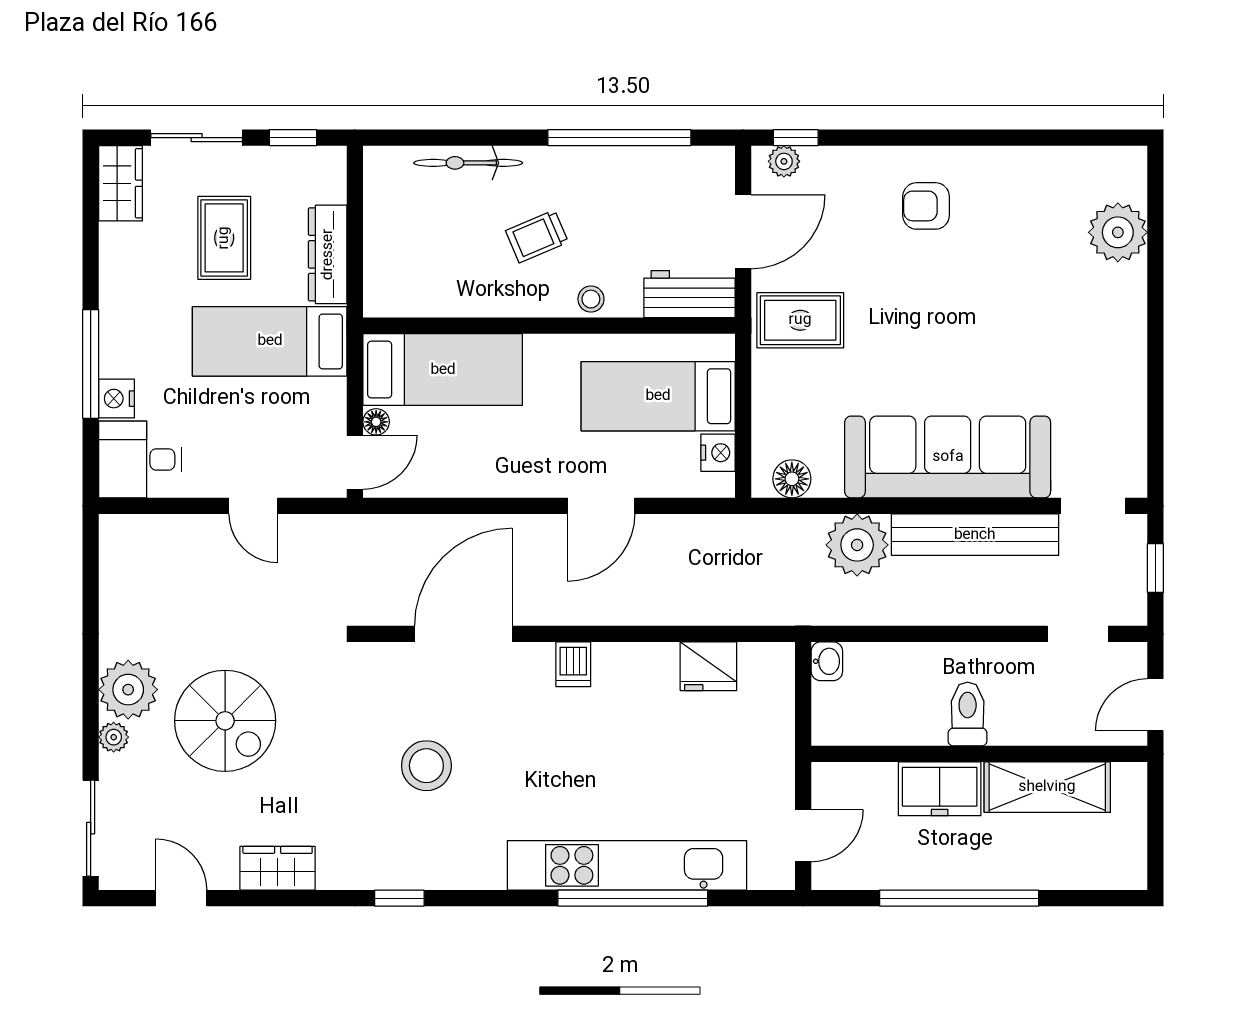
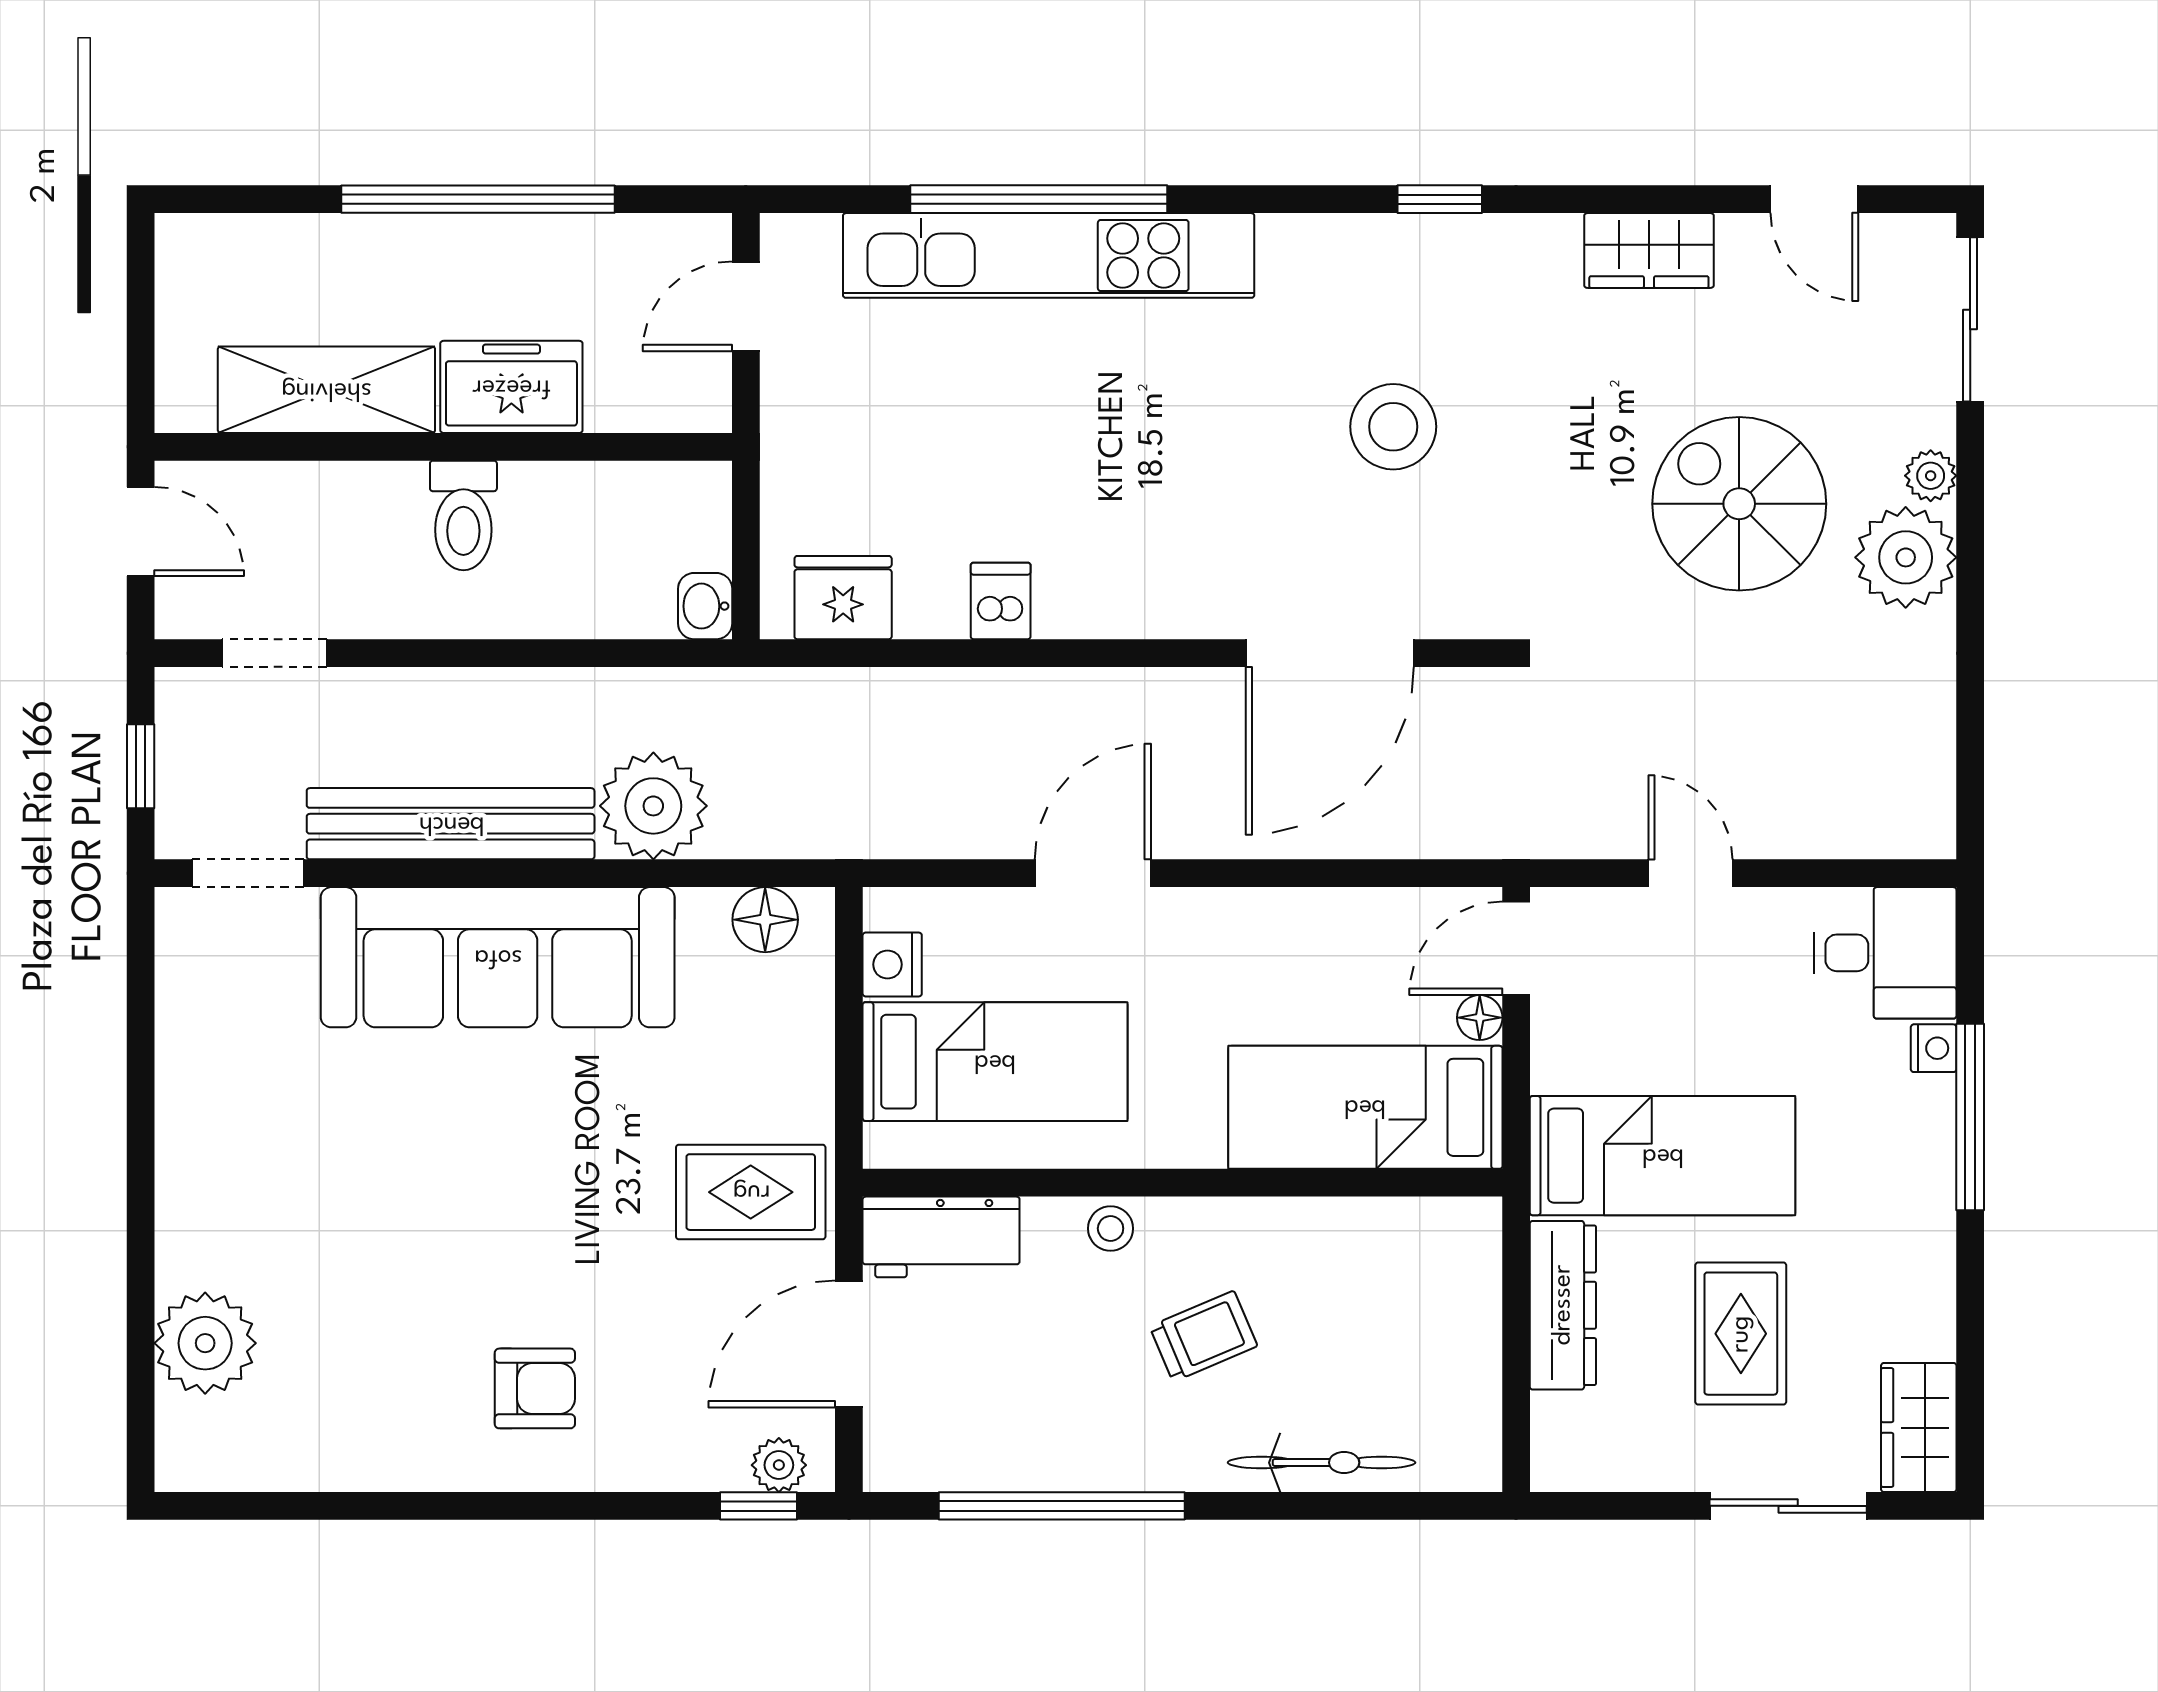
window: (293, 138) -> (1623, 1506), removed
nightstand: (117, 399) -> (1934, 1048), width x0.72, depth x0.74
dishwasher: (573, 664) -> (1001, 601), moved
fridge: (708, 666) -> (843, 598), moved
door: (1155, 705) -> (141, 532), hinge flipped

